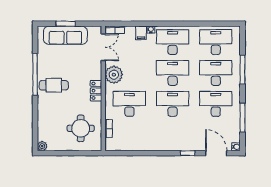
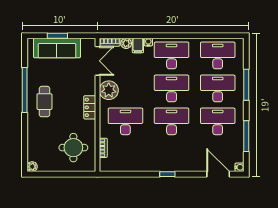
plant: (130, 31) -> (126, 43), added
cafe table: (54, 85) -> (44, 102), turned 90
window: (188, 153) -> (167, 174), moved

